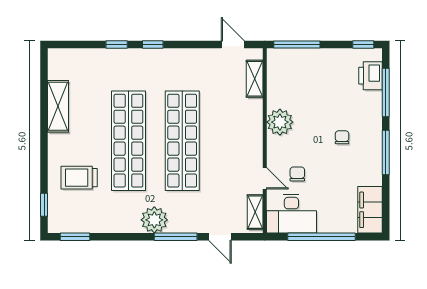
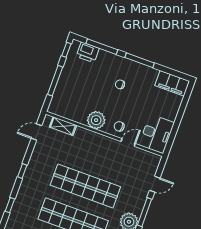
window: (153, 45) -> (22, 171), moved
window: (297, 45) -> (55, 81), moved
chair: (297, 174) -> (119, 126), moved
shelving: (255, 212) -> (147, 156), removed
window: (322, 237) -> (178, 120), removed

